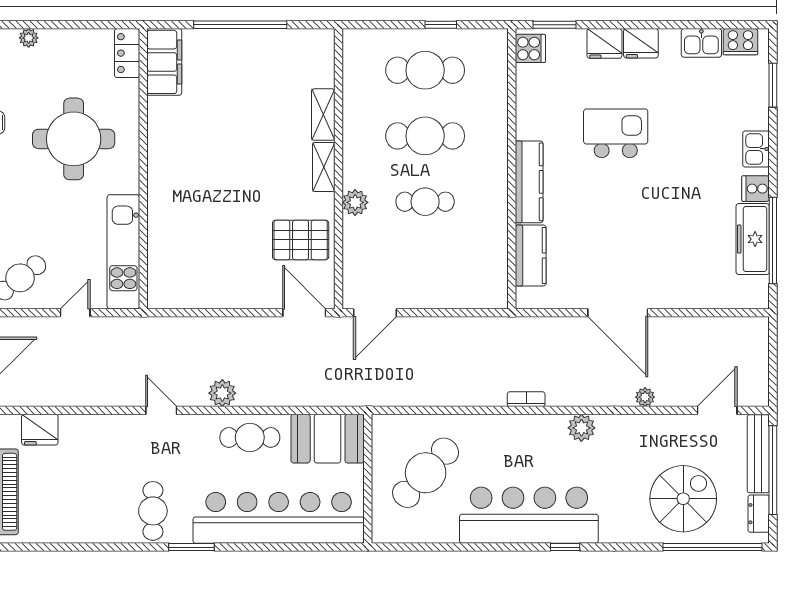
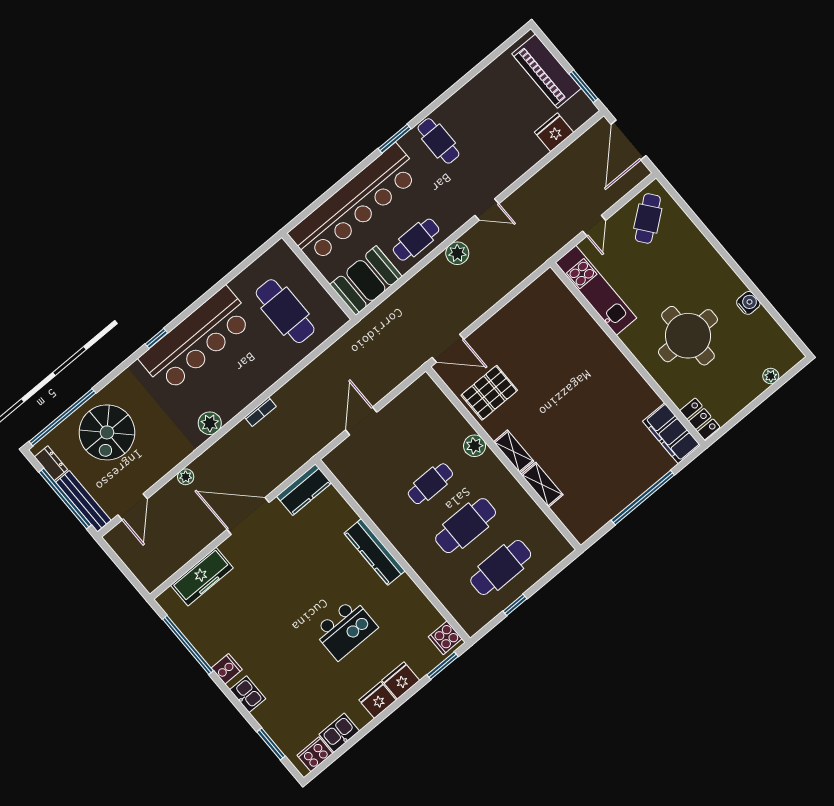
freezer: (753, 239) -> (202, 577), moved, turned 90
kitchen counter: (531, 255) -> (304, 490), moved, turned -90
door: (375, 313) -> (361, 421), moved
cafe table: (426, 473) -> (285, 311), turned -42

